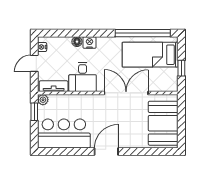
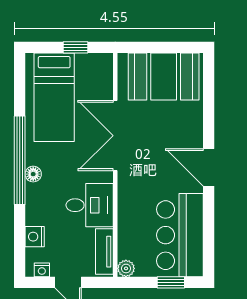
window: (143, 33) -> (20, 160), moved
floor lamp: (77, 42) -> (33, 174), moved
nightstand: (90, 42) -> (35, 237), moved
window: (34, 112) -> (171, 282), moved

